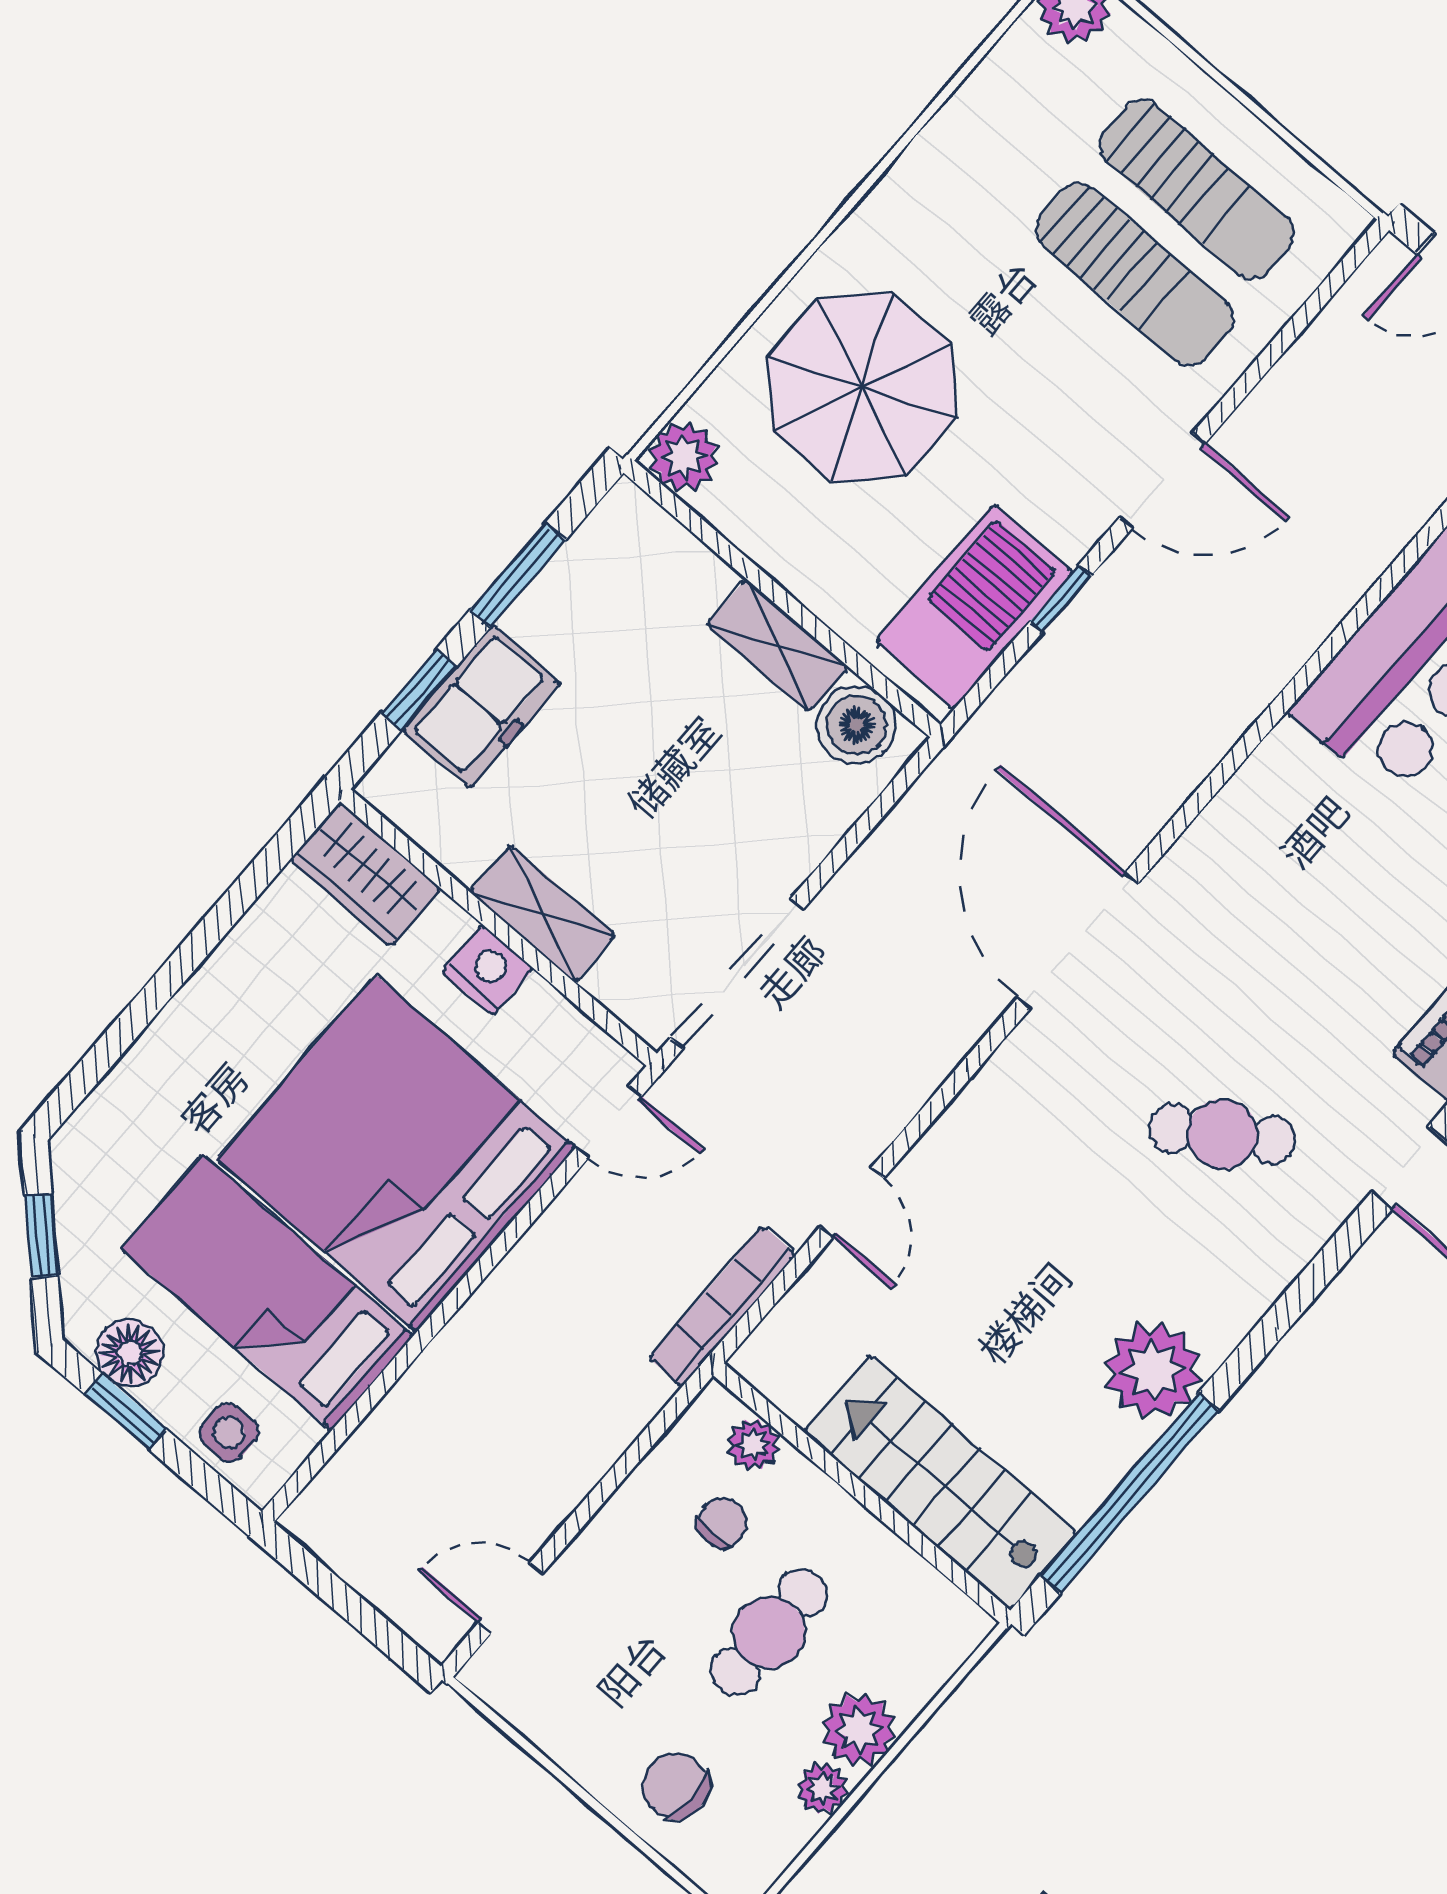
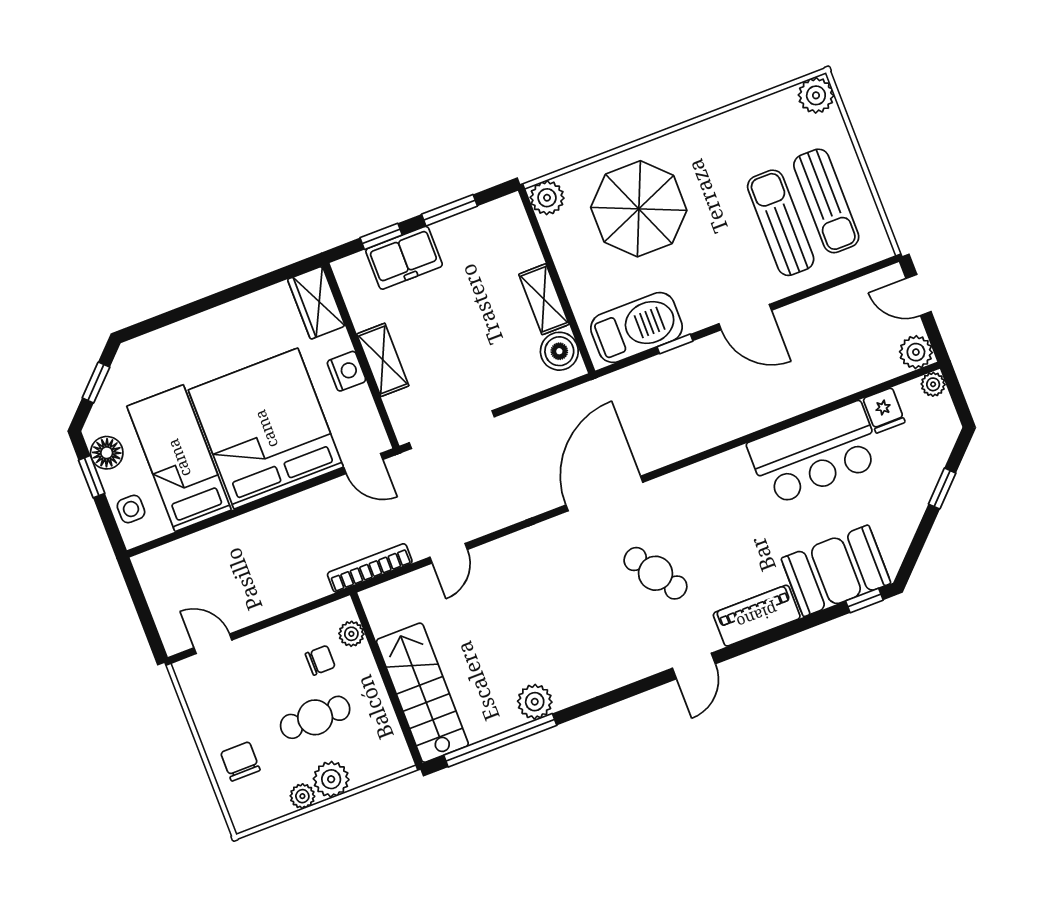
sun lounger: (1135, 274) -> (781, 223), turned 180
cafe table: (1223, 1134) -> (655, 573), moved
plant: (1153, 1370) -> (535, 702), width x0.73, depth x0.73

